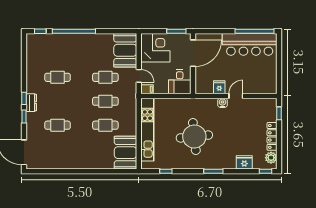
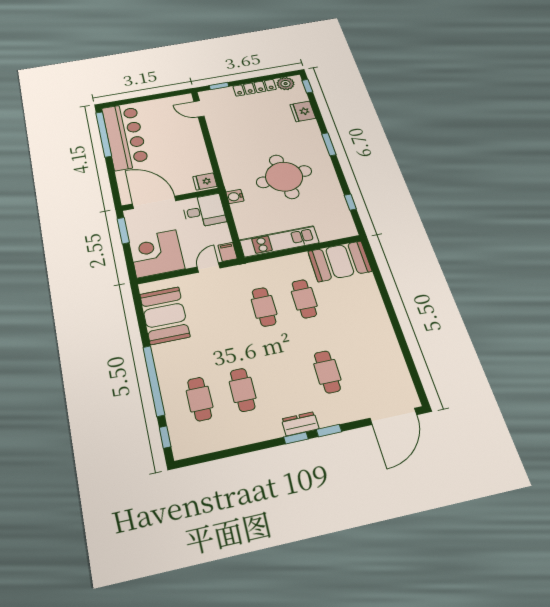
booth: (125, 50) -> (165, 315), moved, turned 90
cafe table: (105, 77) -> (200, 399), moved
fridge: (219, 87) -> (205, 181), moved
door: (236, 96) -> (199, 109), moved
water cooler: (222, 103) -> (235, 196), moved
kitchen unit: (147, 130) -> (279, 241), width x0.73

